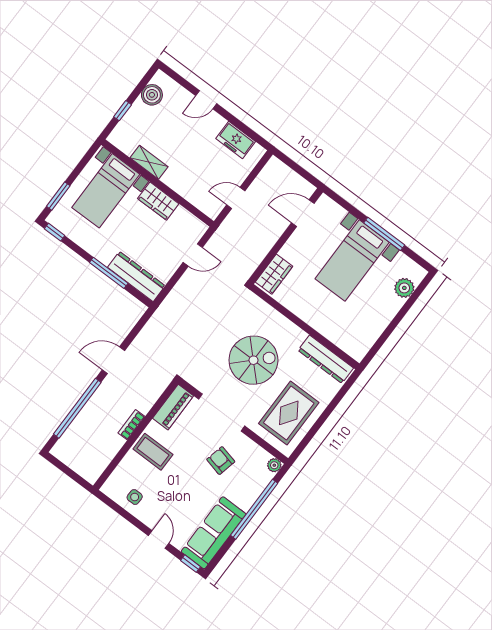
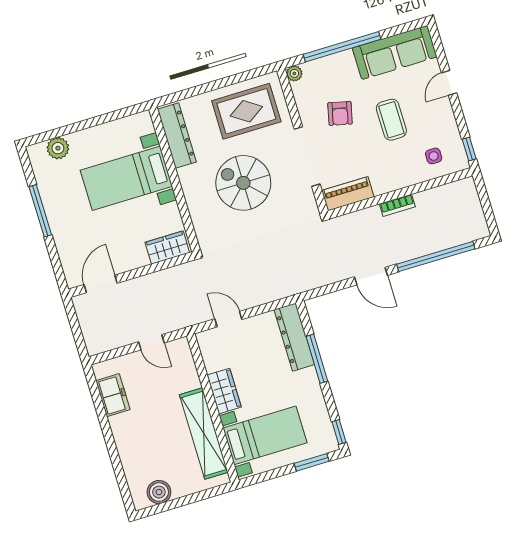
door: (206, 100) -> (113, 451), removed
window: (123, 111) -> (196, 497), removed
shelving: (149, 162) -> (204, 434), width x2.20, depth x1.33
door: (303, 213) -> (101, 284), swing flipped
bed with nightstands: (352, 261) -> (126, 178), moved, turned 180
coffee table: (153, 452) -> (391, 120), moved
side table: (135, 497) -> (434, 156), moved
window: (190, 564) -> (469, 149), moved

